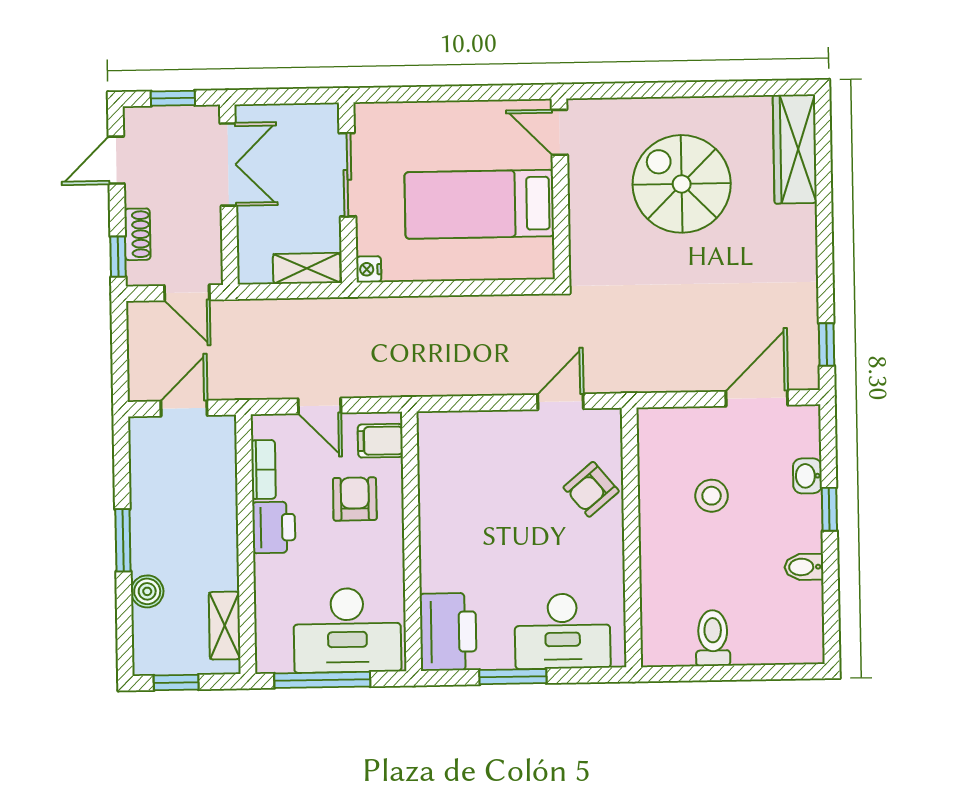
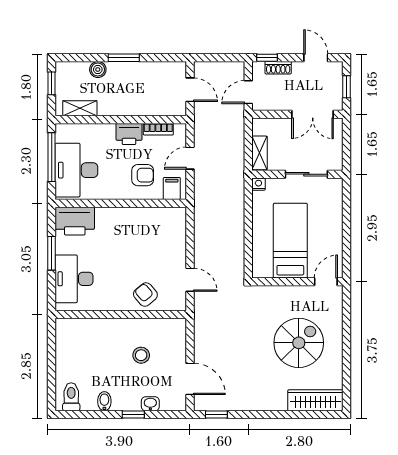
toilet: (713, 638) -> (71, 397), moved, turned -90

